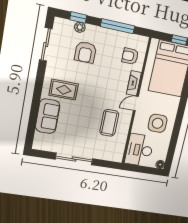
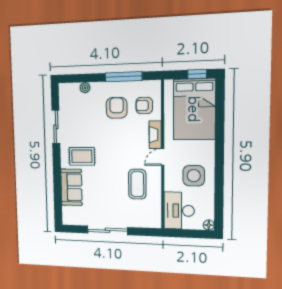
window: (78, 17) -> (81, 78), removed
sliding door: (46, 44) -> (56, 127), moved
armchair: (85, 52) -> (117, 108), moved, turned 180

